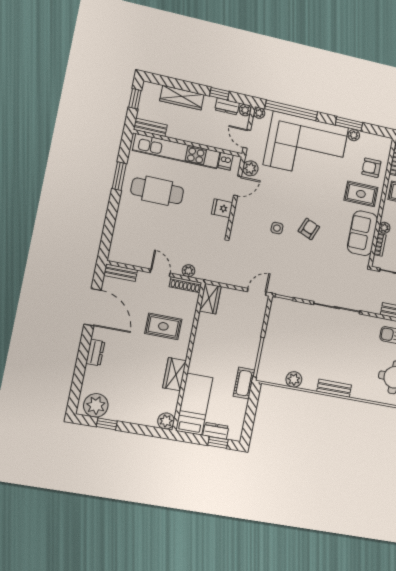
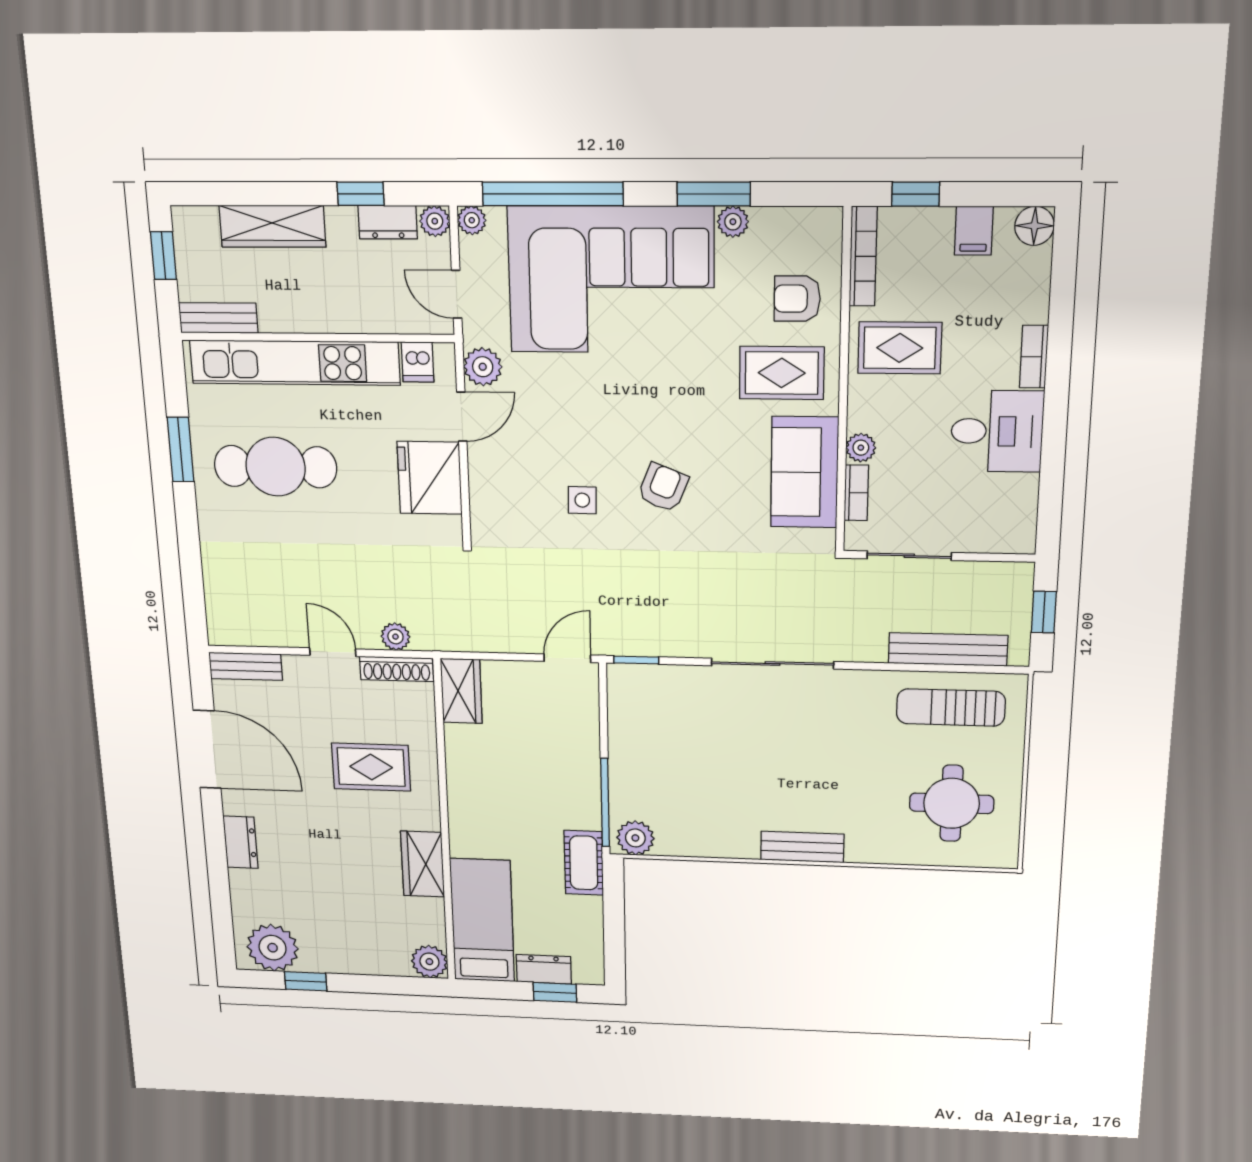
fridge: (222, 208) -> (430, 478), width x1.88, depth x1.34
plant: (294, 379) -> (635, 838), moved

